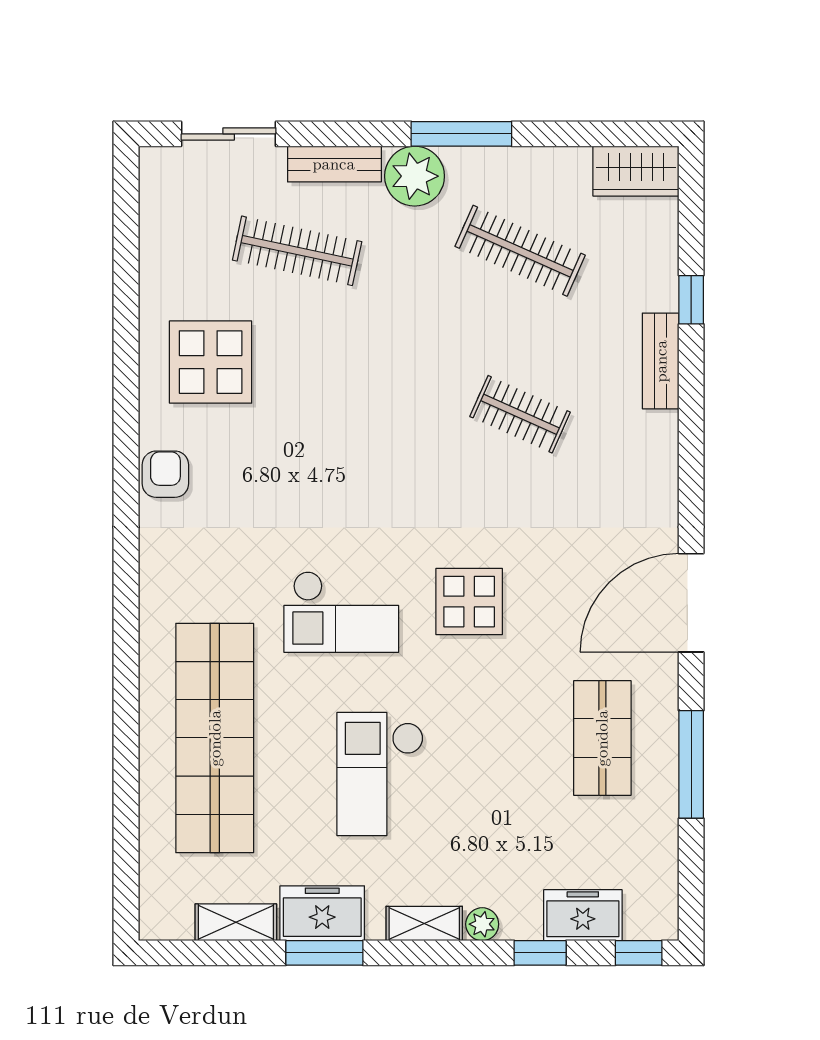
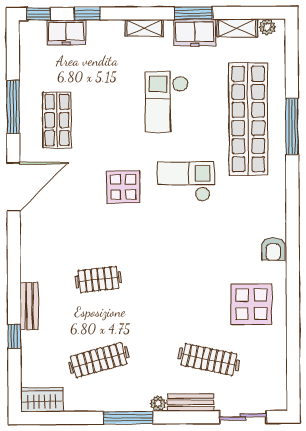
plant: (415, 176) -> (158, 403), width x0.53, depth x0.53
clothes rail: (520, 251) -> (99, 360), turned -39
clothes rail: (520, 414) -> (98, 279), turned -30
window: (126, 722) -> (292, 127), added
checkout: (380, 774) -> (167, 102), turned 180
plant: (482, 924) -> (267, 27), moved

